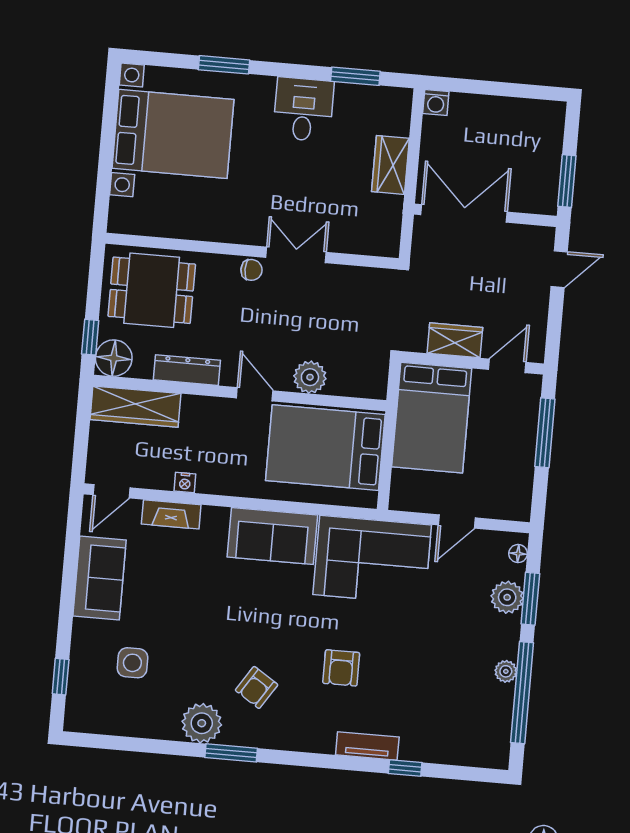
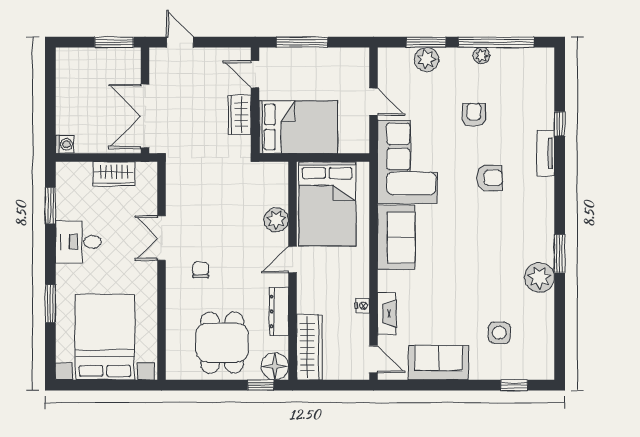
wall: (252, 251) -> (162, 271), moved
double door: (296, 255) -> (162, 238), moved
floor lamp: (518, 554) -> (393, 54), removed
armchair: (257, 687) -> (474, 115), moved, turned -123

